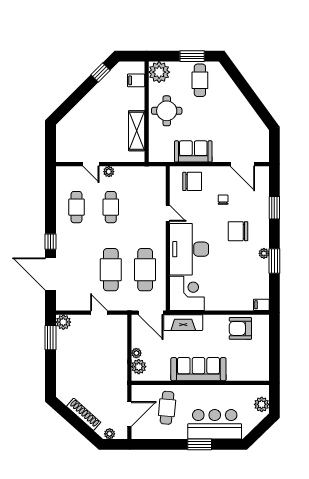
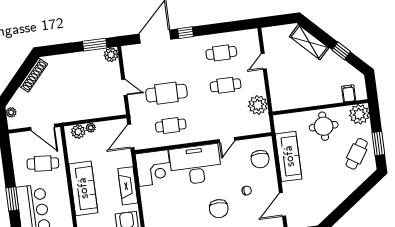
window: (100, 73) -> (341, 51), moved
cafe table: (200, 80) -> (357, 154), turned -57
shelving: (137, 131) -> (309, 42), moved, turned 45
sofa: (193, 151) -> (289, 156), width x1.36
plant: (109, 172) -> (258, 105), moved, width x1.88, depth x1.88
chair: (238, 231) -> (219, 209), turned 180
cafe table: (145, 270) -> (171, 126), width x0.73, depth x0.74
door: (99, 313) -> (124, 87), hinge flipped
fireplace: (183, 323) -> (128, 186), moved
shoe rack: (84, 414) -> (33, 75), moved
door: (129, 414) -> (43, 127), moved

